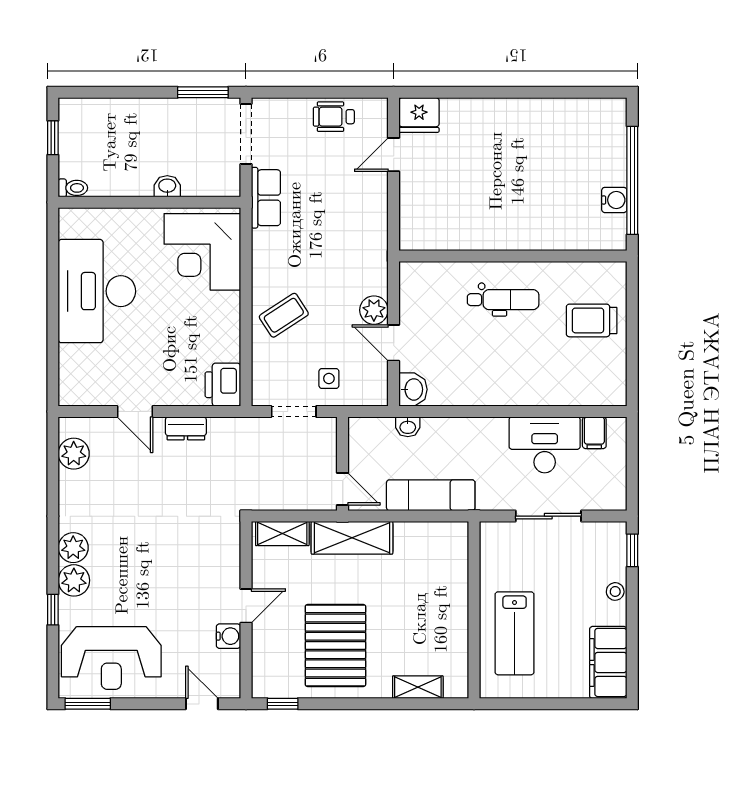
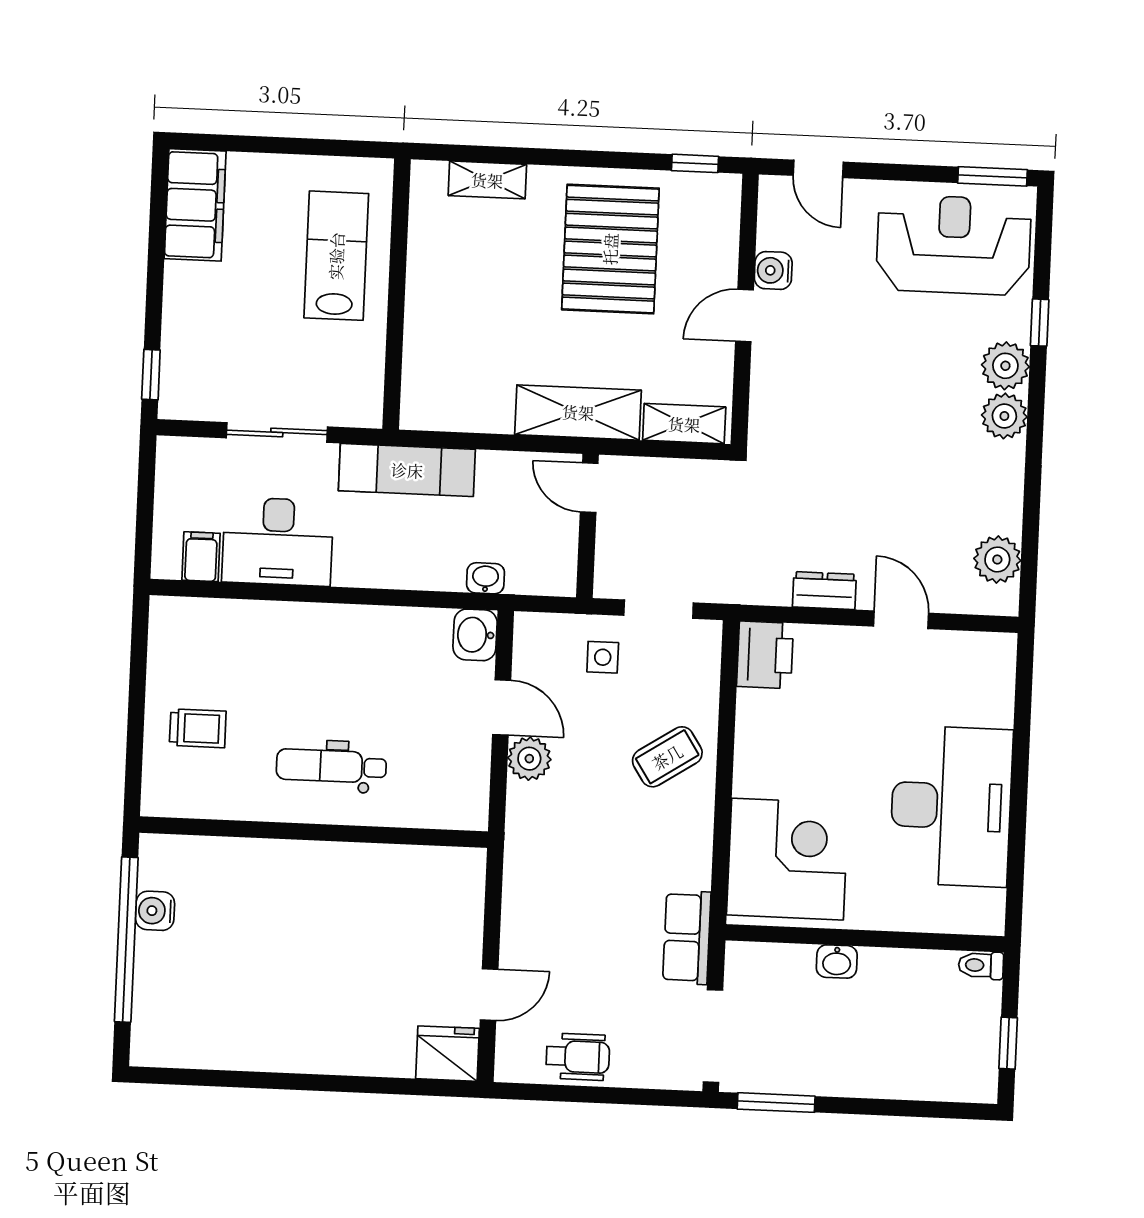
trolley: (592, 320) -> (198, 728), width x0.73, depth x0.72
exam couch: (431, 495) -> (407, 470), moved
stool: (615, 591) -> (180, 313), removed

